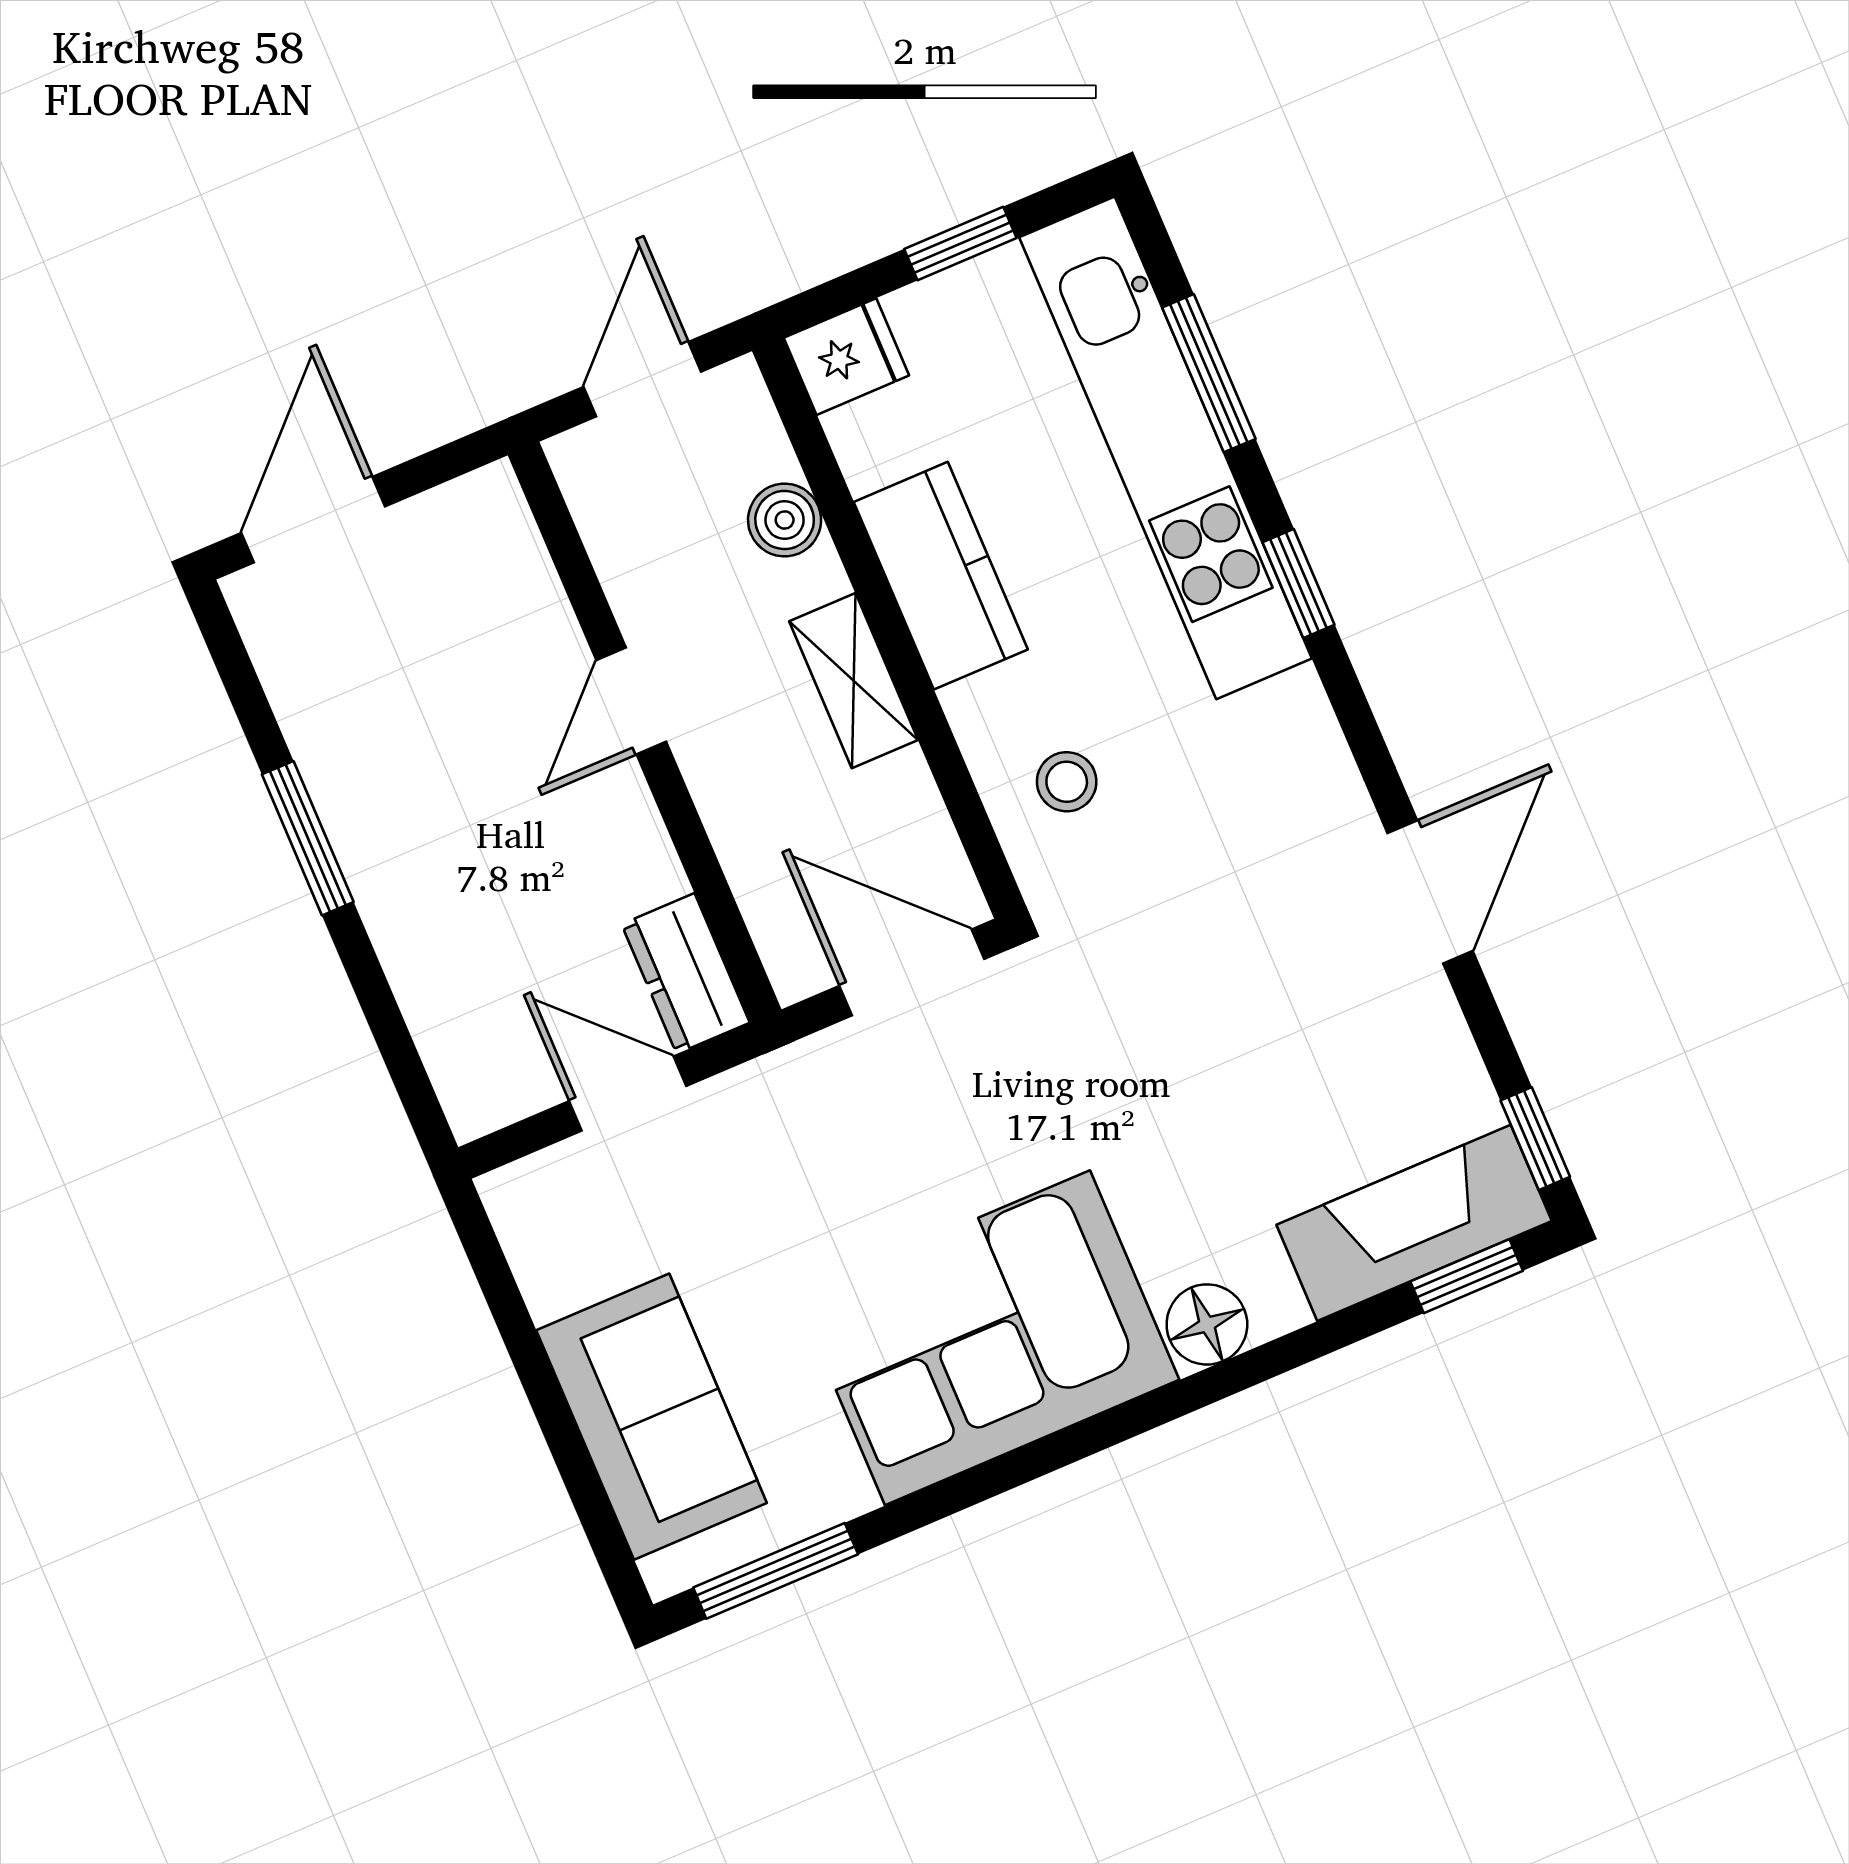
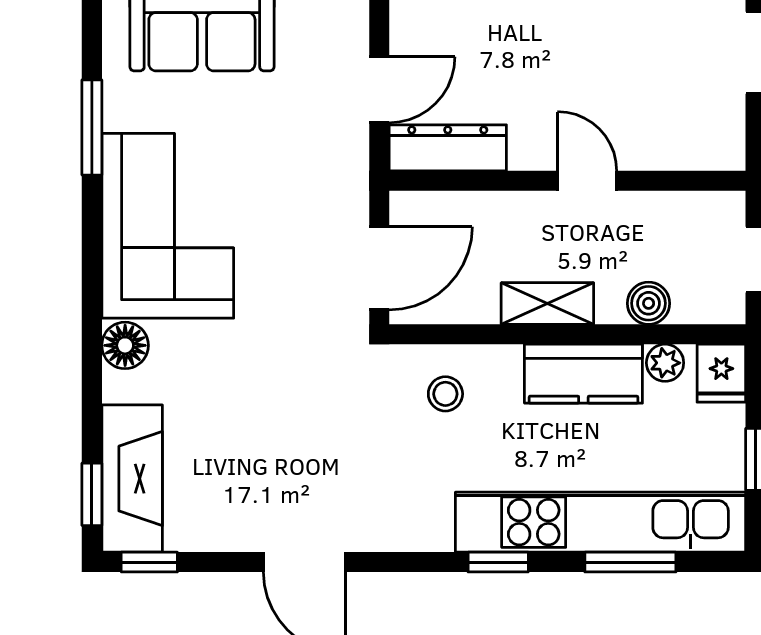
plant: (868, 453) -> (665, 363), added
dresser: (686, 973) -> (448, 148), width x1.44
window: (776, 1571) -> (92, 127), moved

